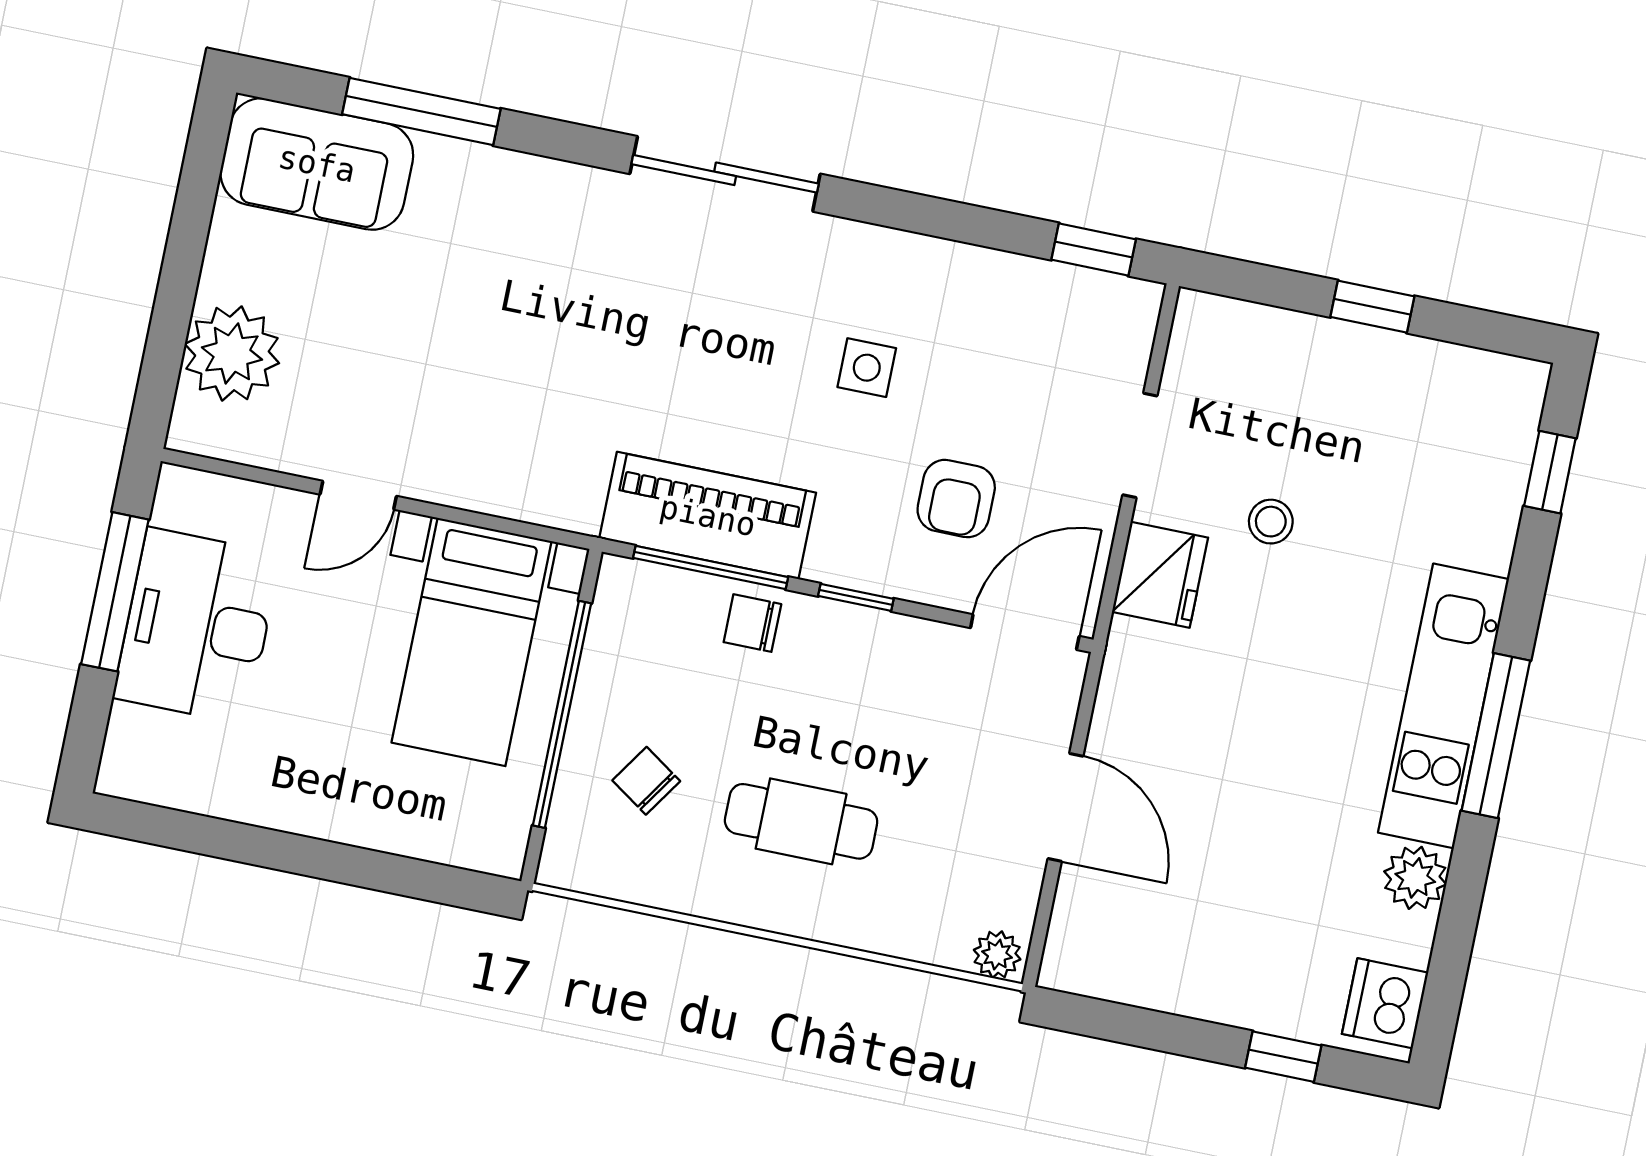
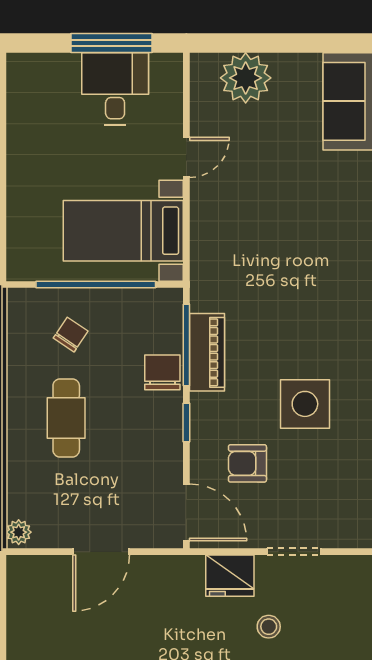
side table: (867, 368) -> (305, 404), width x1.87, depth x1.87
door: (358, 495) -> (186, 157), swing flipped
piano: (708, 516) -> (207, 352), width x0.73, depth x0.75
chair: (752, 623) -> (162, 372), width x1.37, depth x1.37
desk: (197, 626) -> (115, 89), width x0.73

